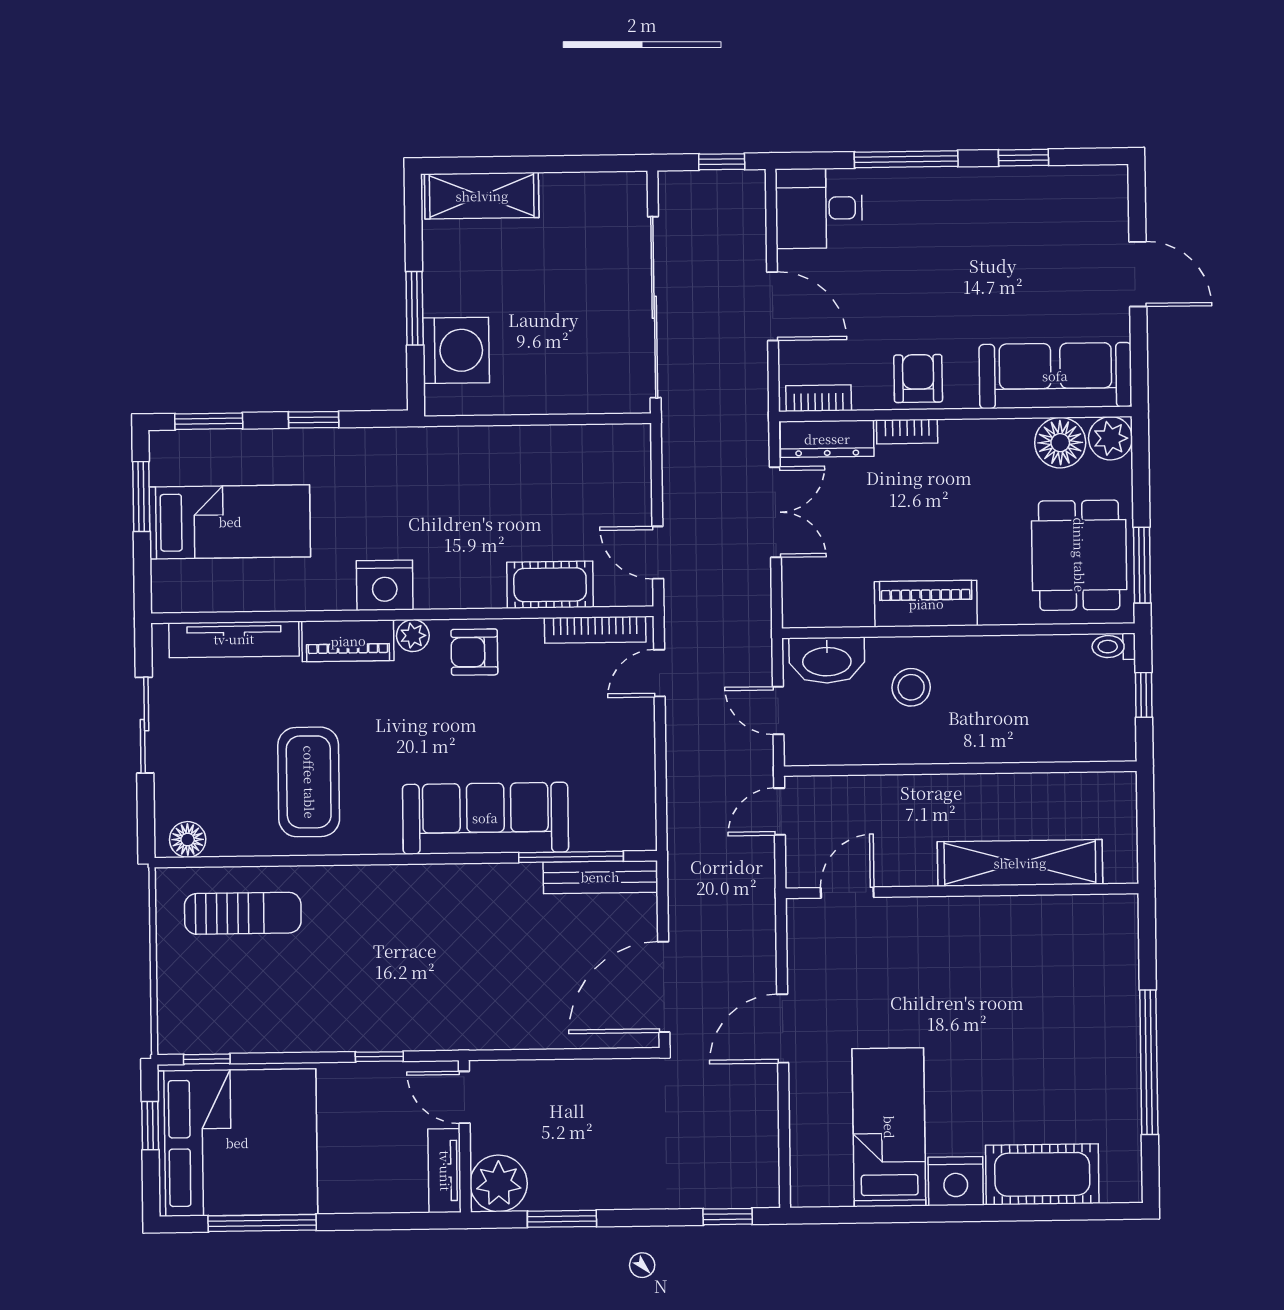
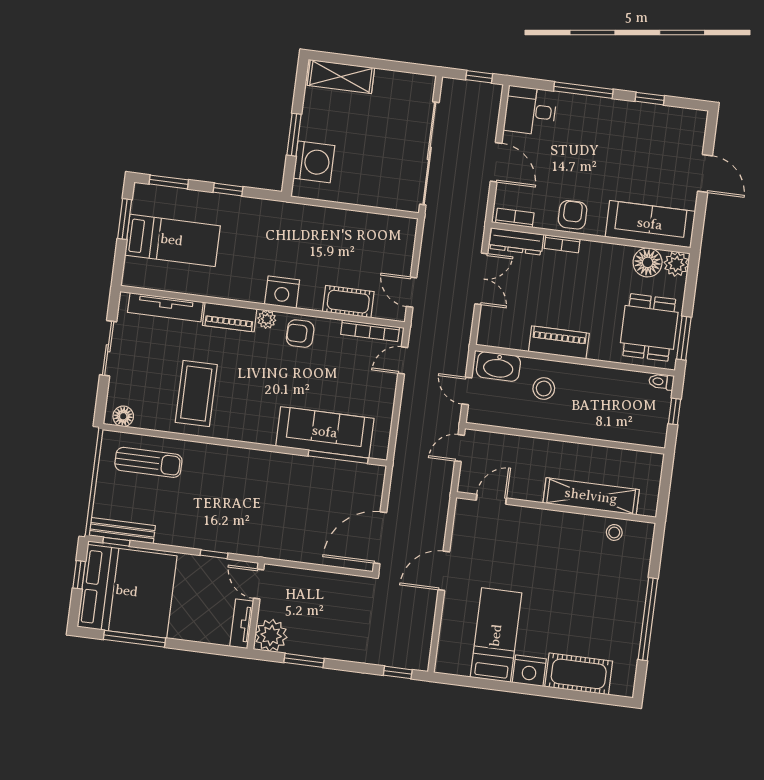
nightstand: (385, 585) -> (282, 292), moved
sofa: (485, 818) -> (325, 432), moved
bench: (600, 877) -> (122, 531), moved
stool: (1069, 920) -> (614, 532), added

